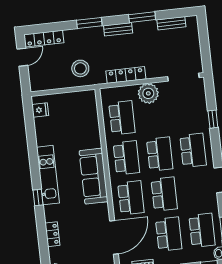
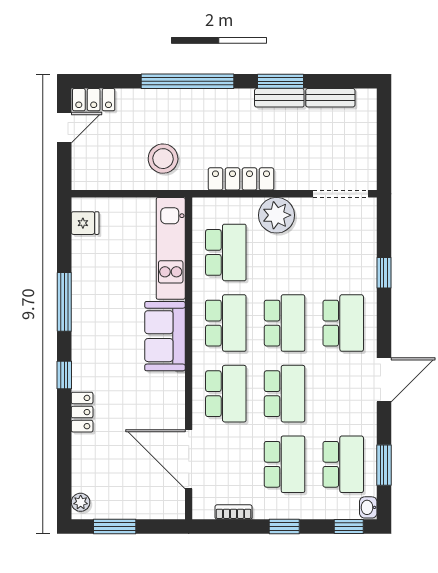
window: (89, 23) -> (187, 81), width x2.11
bench: (118, 29) -> (279, 98), moved
locker: (44, 39) -> (94, 100), width x0.66
window: (33, 156) -> (64, 302), added
kitchen unit: (48, 175) -> (171, 248), moved, turned 180
sofa: (94, 176) -> (165, 336), width x0.73
locker: (52, 234) -> (82, 412), moved
door: (114, 237) -> (189, 459), swing flipped

